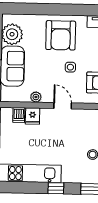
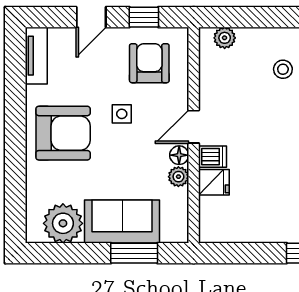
floor lamp: (47, 98) -> (179, 155), added
dishwasher: (19, 115) -> (212, 157), moved

